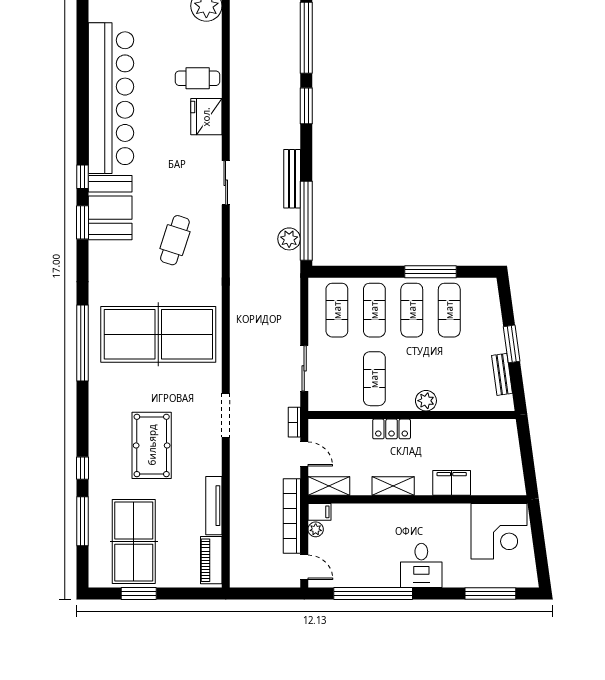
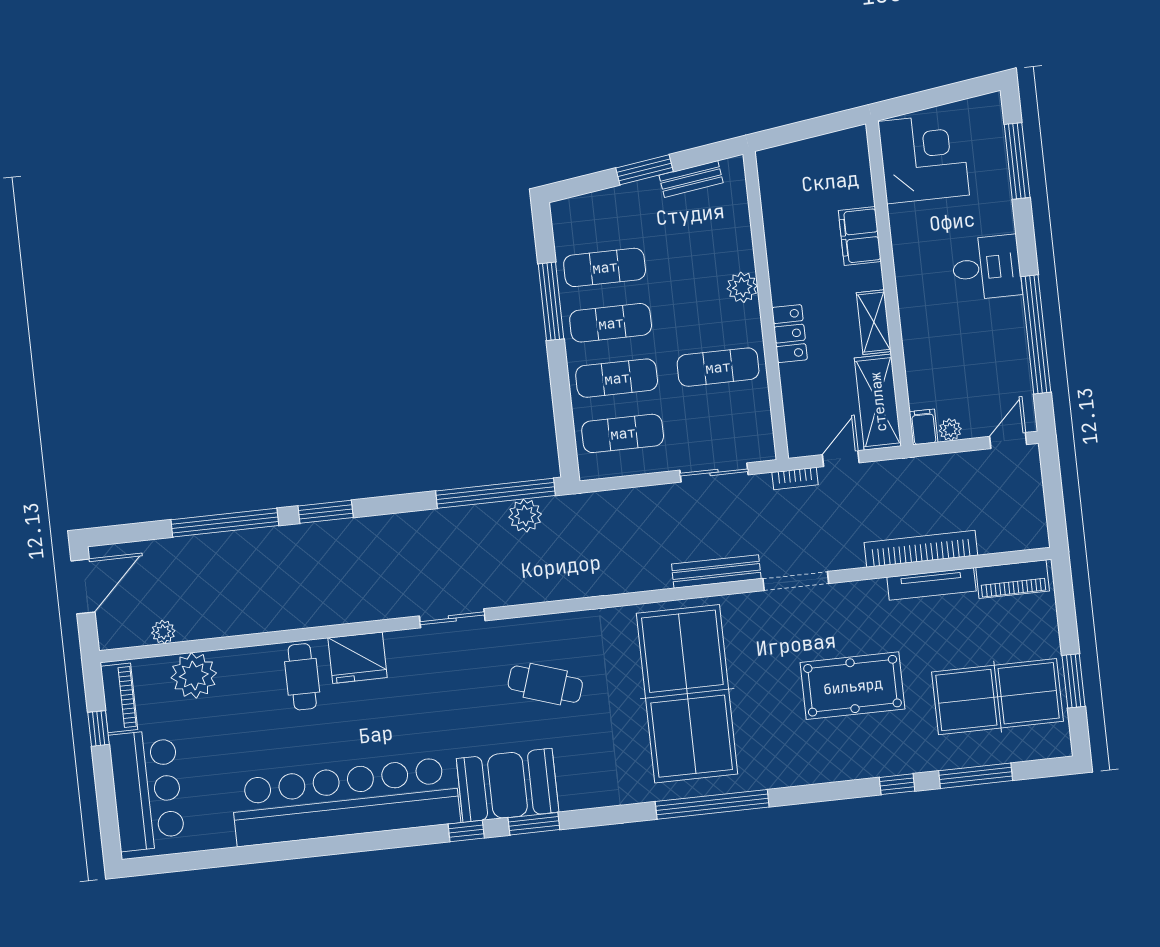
bench: (292, 179) -> (716, 571), moved
shelving: (329, 486) -> (878, 402), width x1.50, depth x1.33
bookcase: (292, 516) -> (921, 549), moved, turned 180

